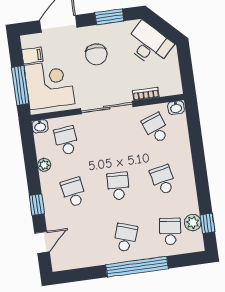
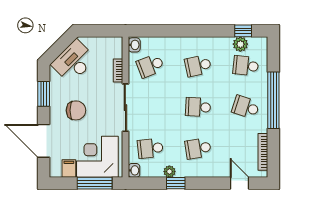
window: (37, 205) -> (176, 183), moved
bookcase: (80, 263) -> (263, 152), added

